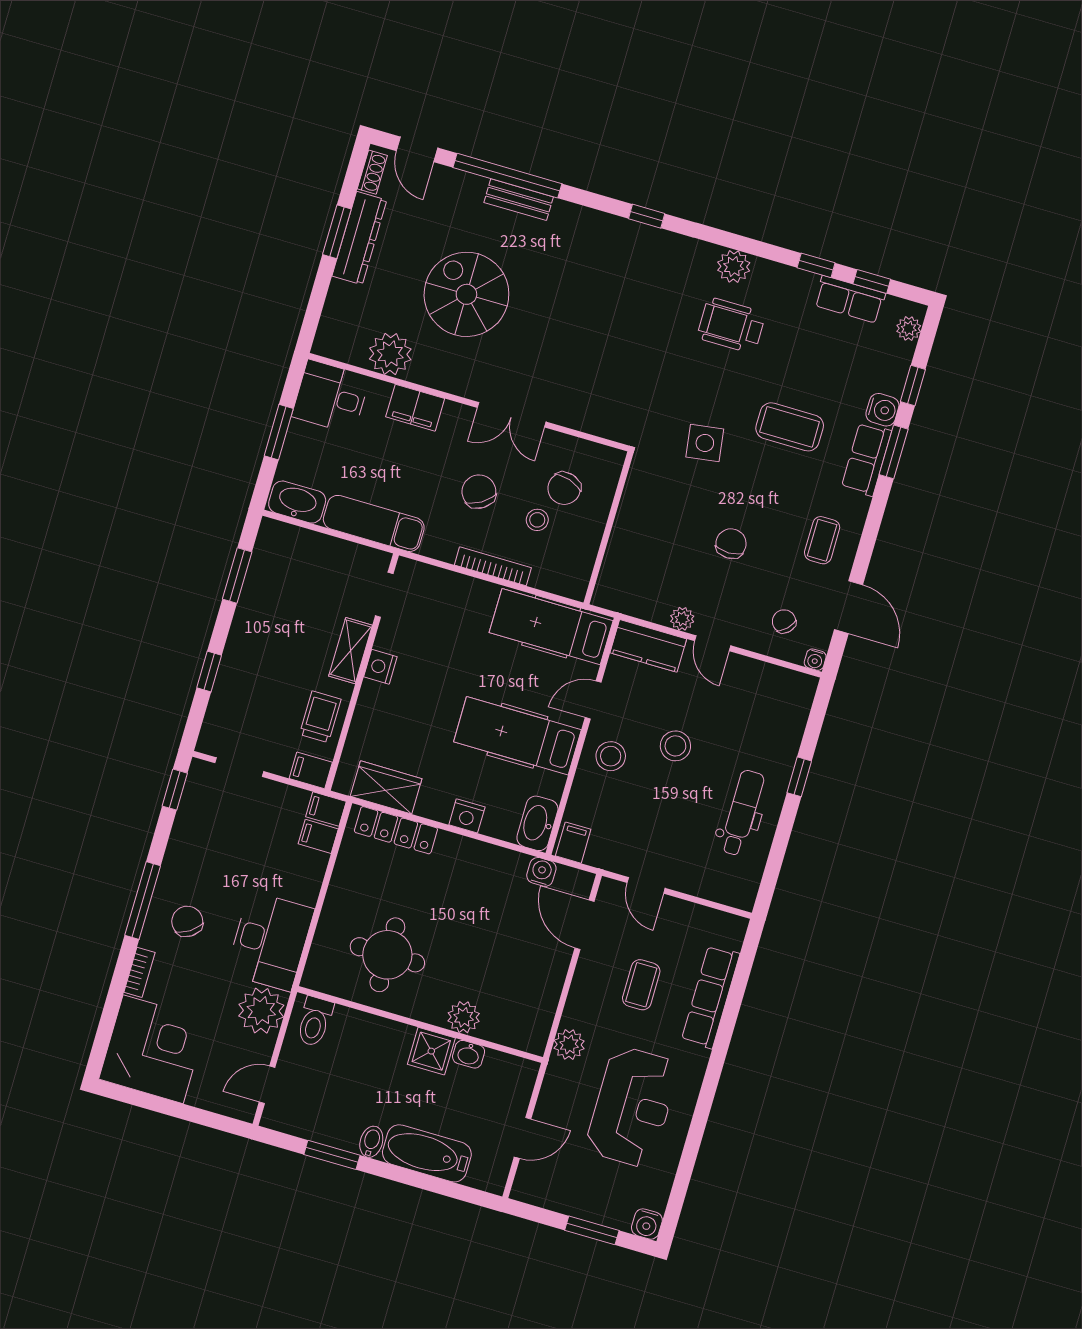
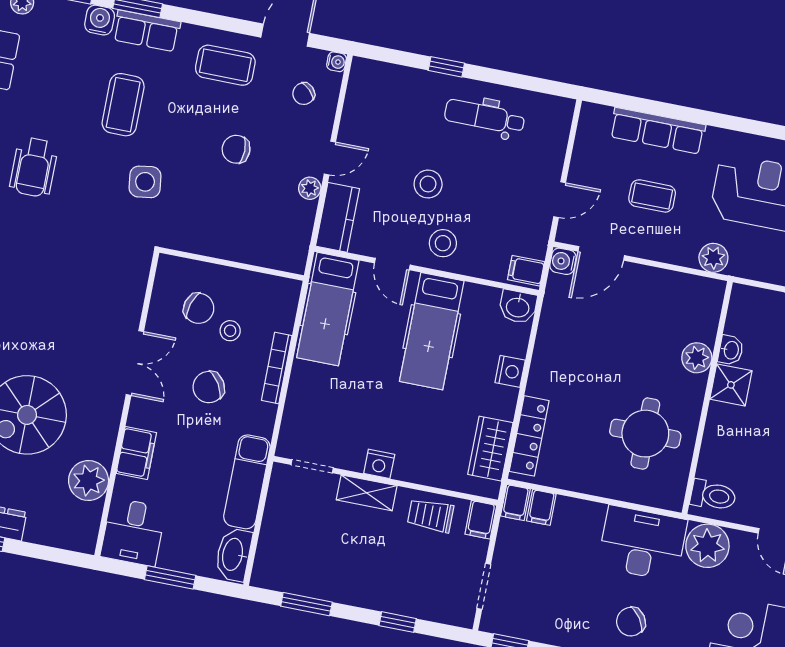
coffee table: (822, 540) -> (225, 65), width x1.36, depth x1.30
washbasin: (537, 823) -> (518, 307), width x0.72
water cooler: (541, 872) -> (563, 261), moved

